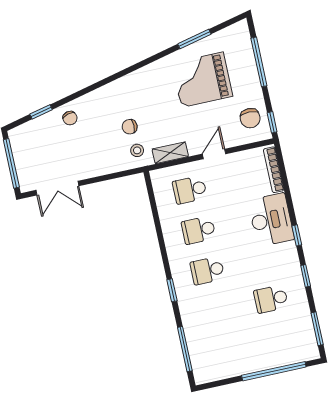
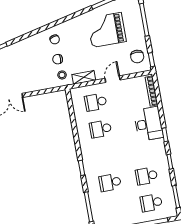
chair: (70, 118) -> (55, 39), moved
school desk: (207, 271) -> (110, 182), moved
school desk: (280, 339) -> (151, 203), added

